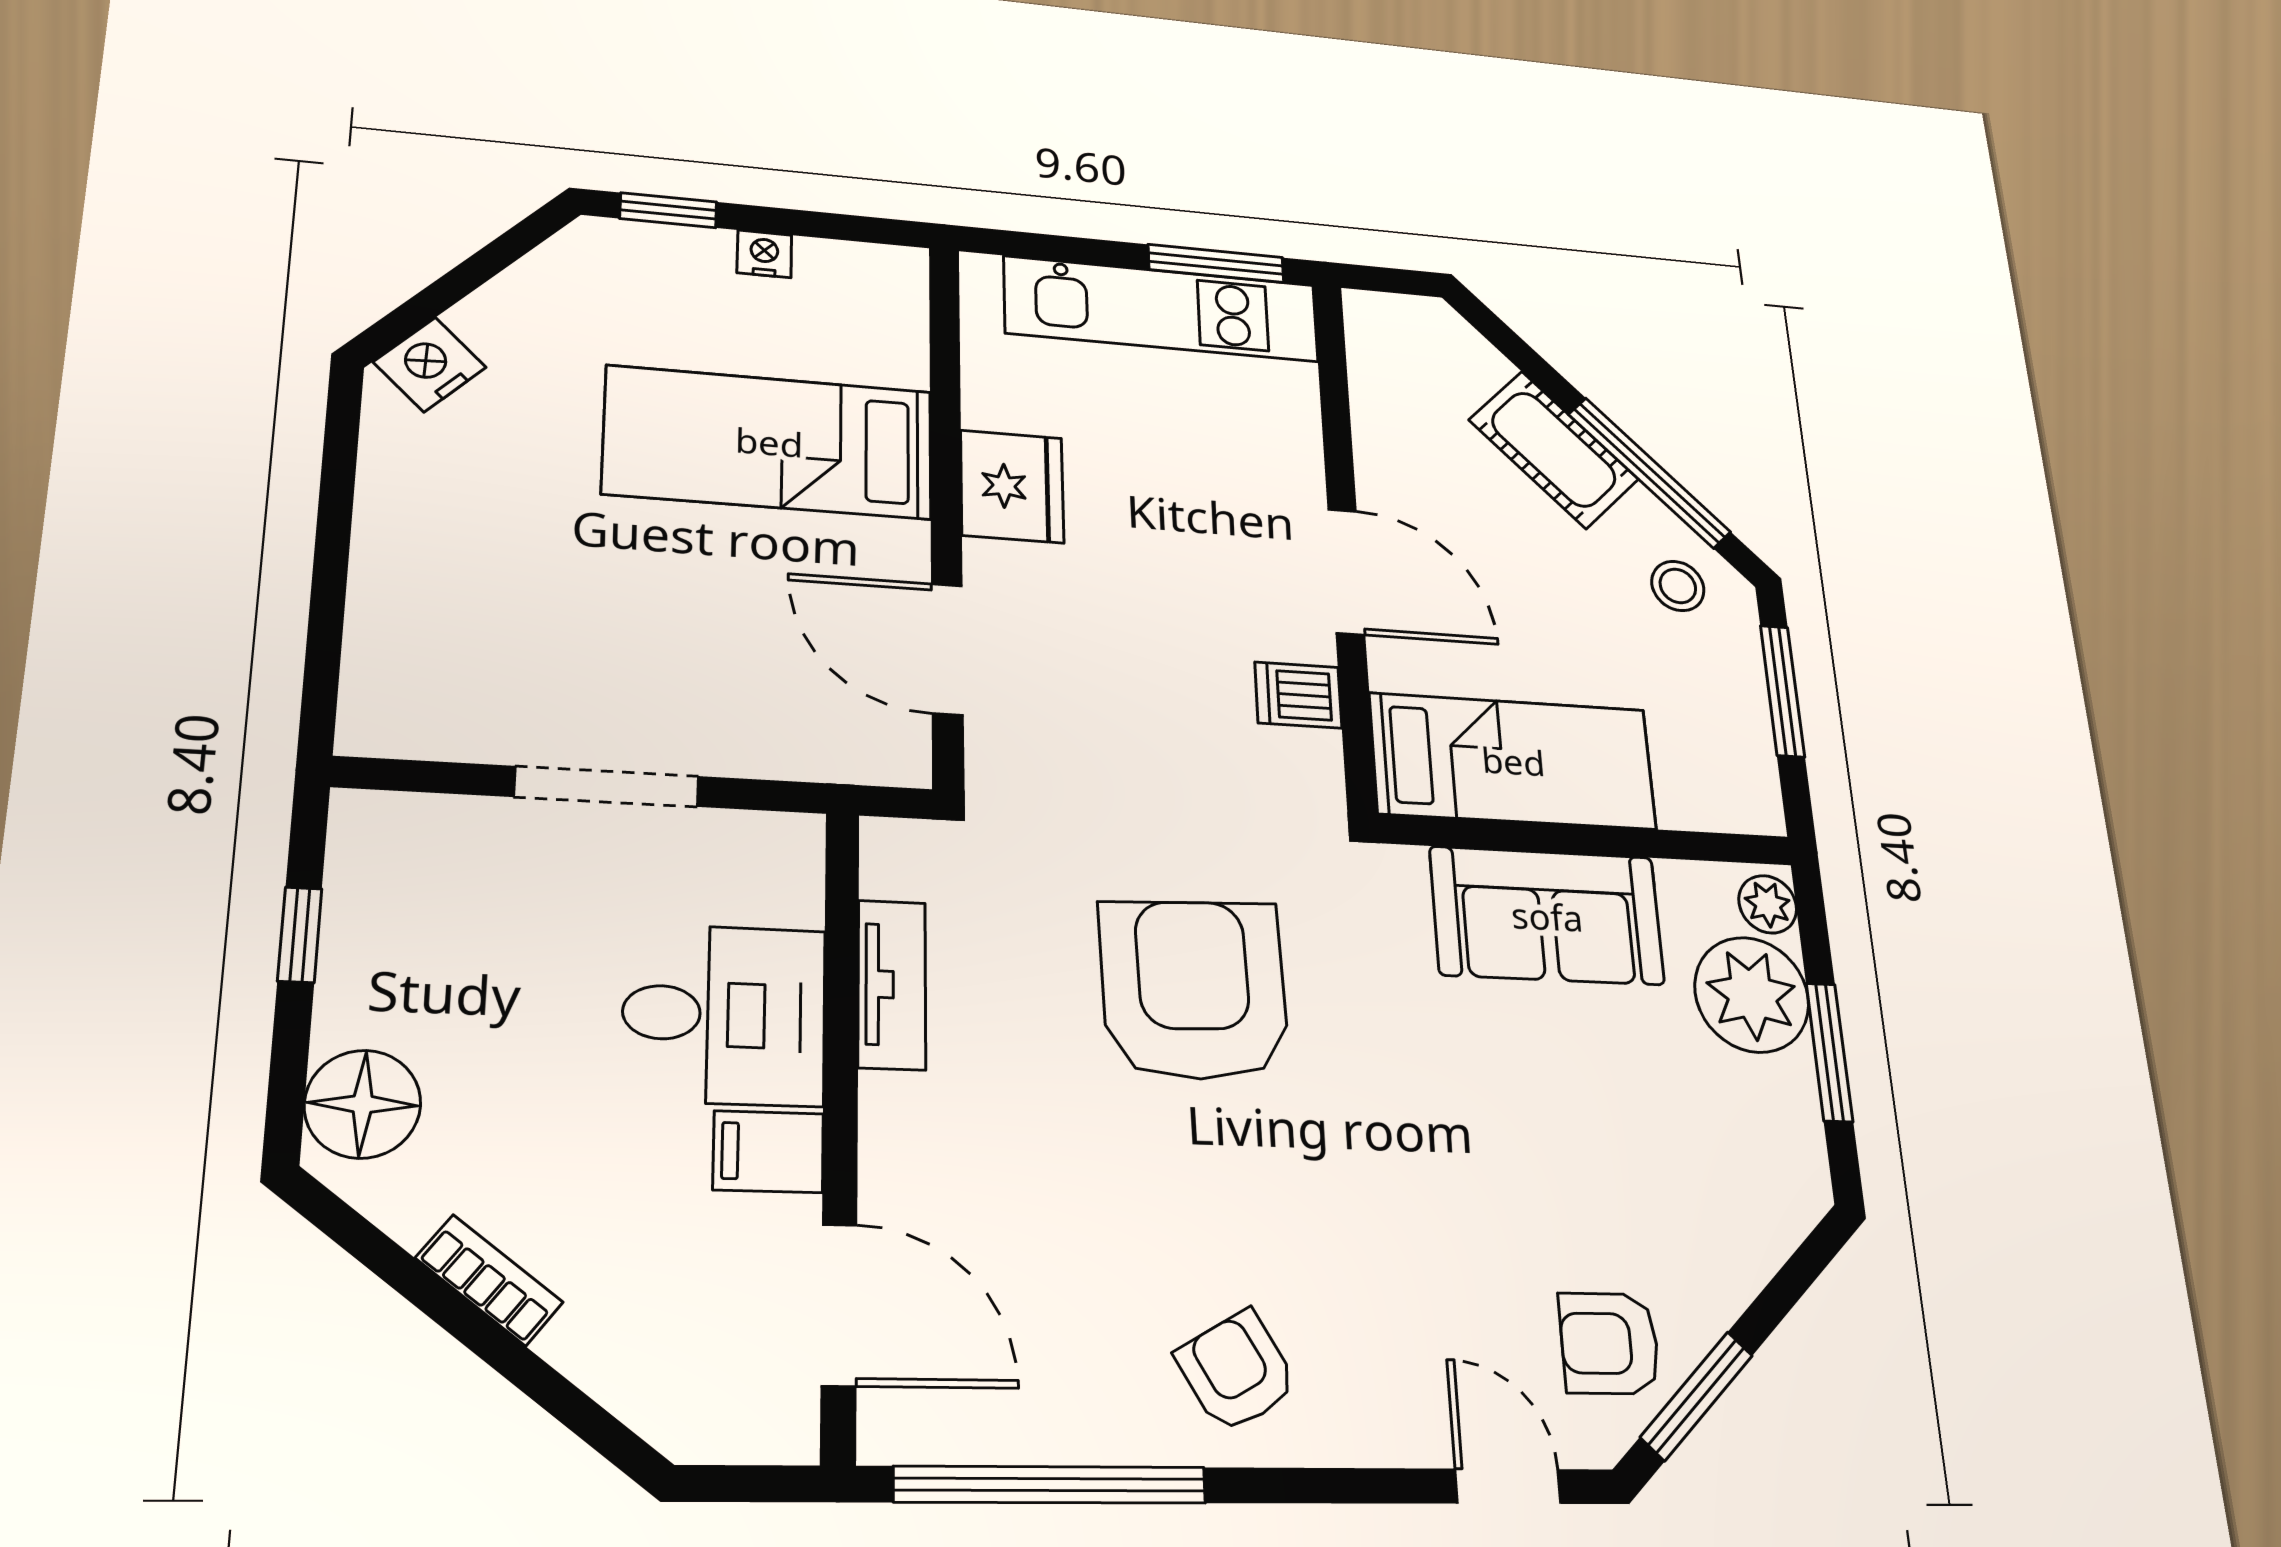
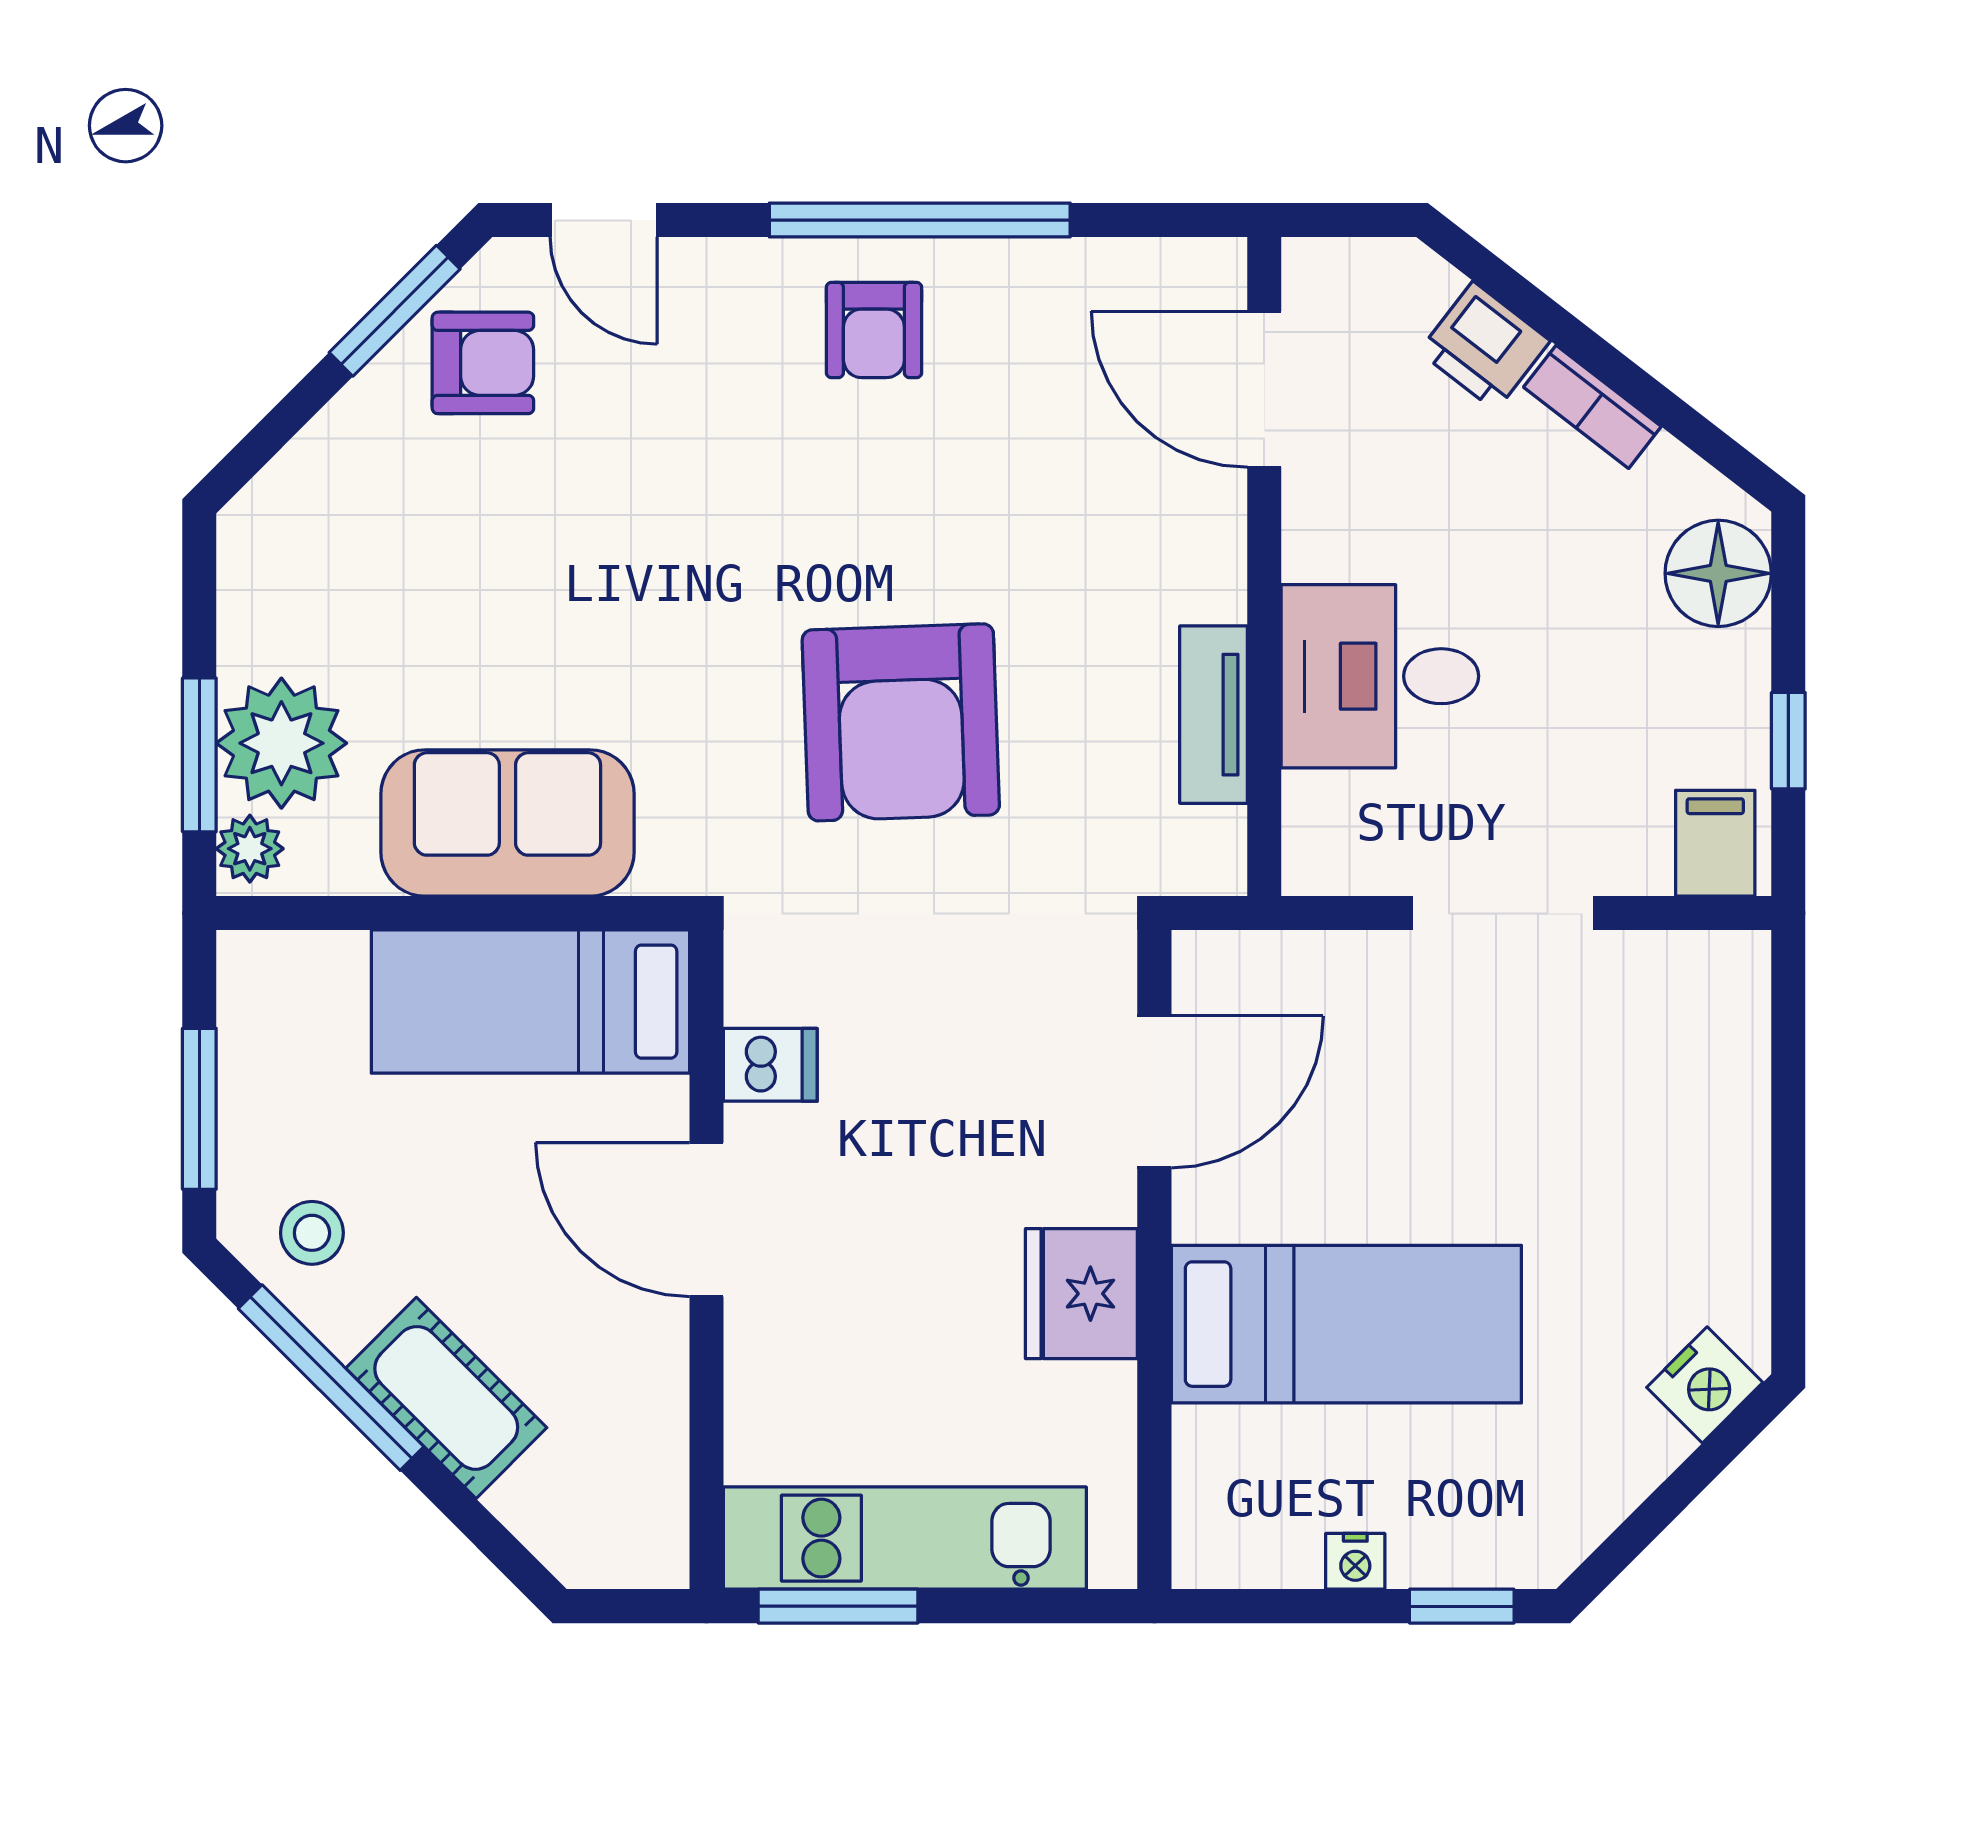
door: (947, 649) -> (1154, 1092), hinge flipped
window: (1829, 1052) -> (199, 755), moved
filing cabinet: (768, 1152) -> (1715, 843), moved, turned -90
printer: (604, 1346) -> (1484, 346), added
armchair: (1237, 1371) -> (874, 330), turned 30
window: (1051, 1485) -> (920, 220), moved

